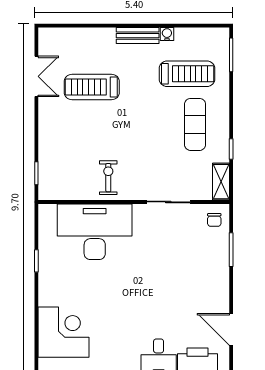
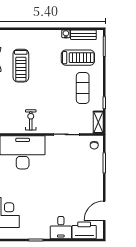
bench: (138, 36) -> (83, 35), moved
treadmill: (92, 87) -> (21, 66), turned -90
door: (231, 329) -> (104, 211), hinge flipped

